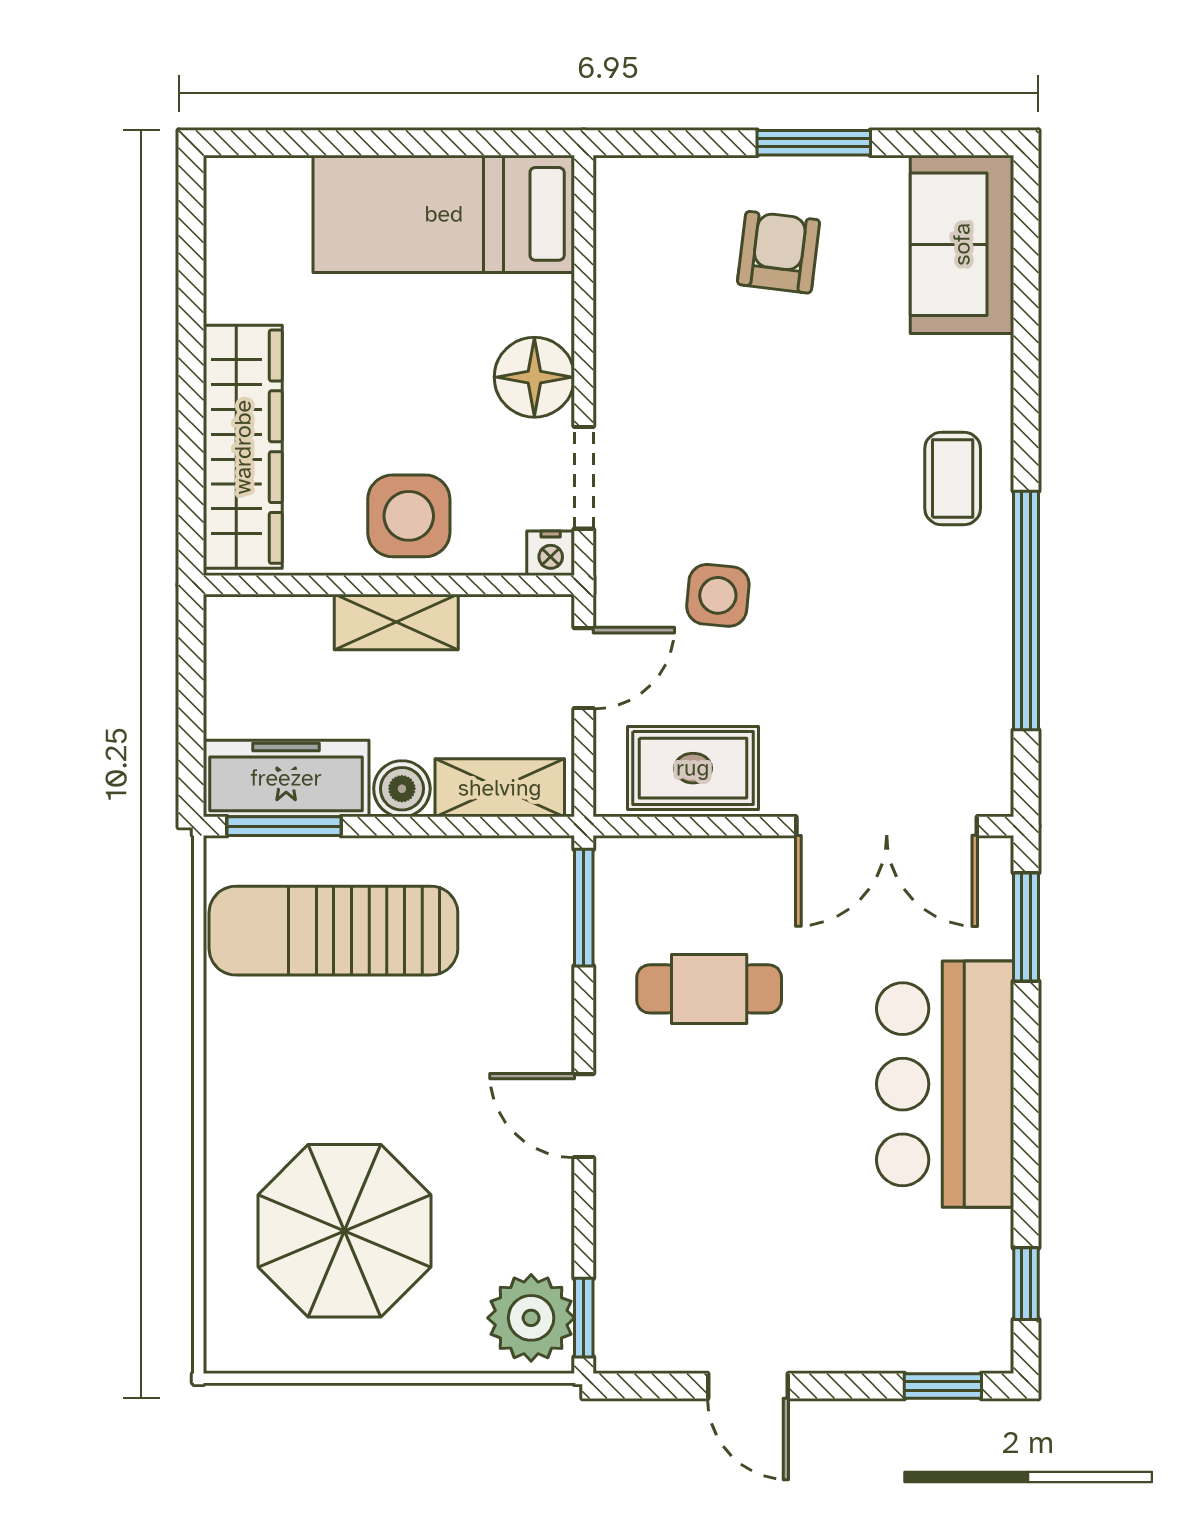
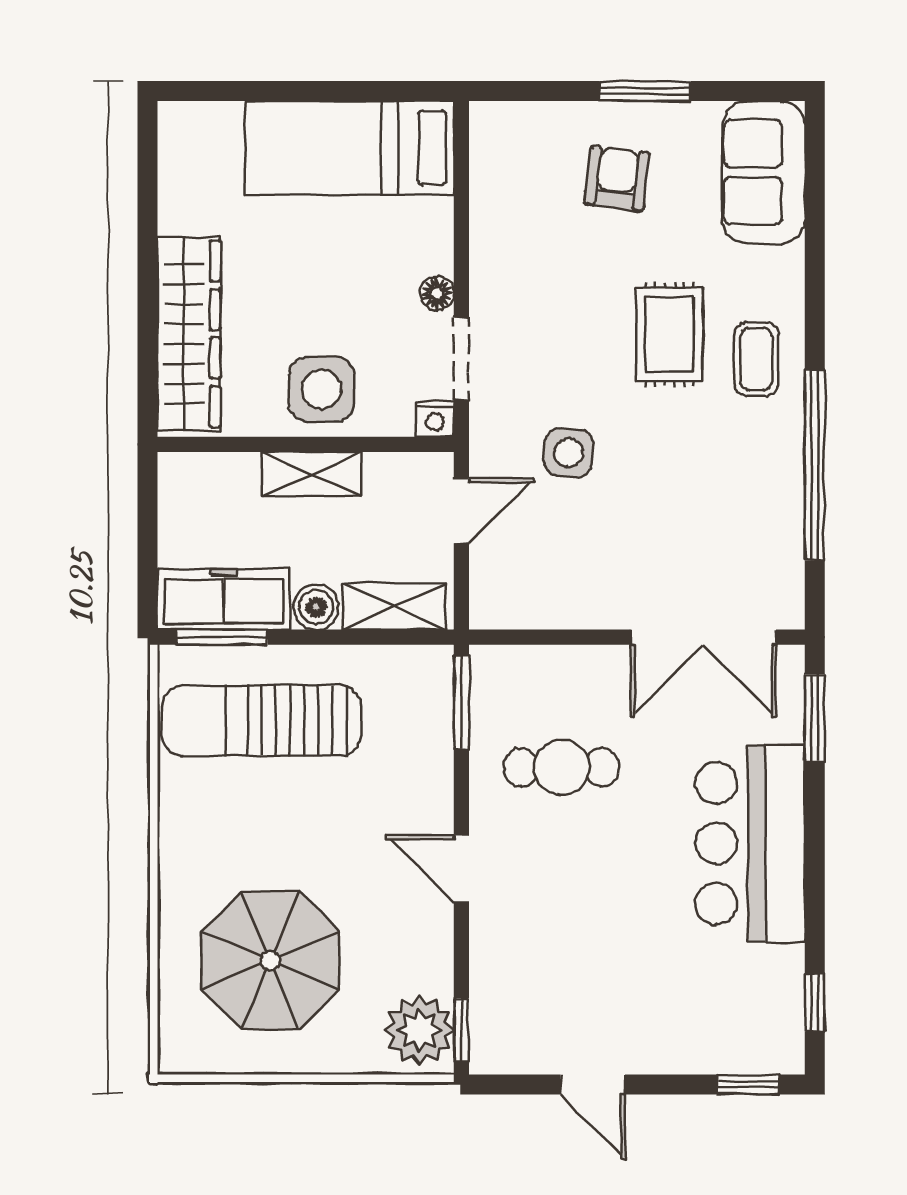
floor lamp: (534, 377) -> (437, 293), width x0.53, depth x0.53
rug: (693, 768) -> (669, 334), moved, turned 90

